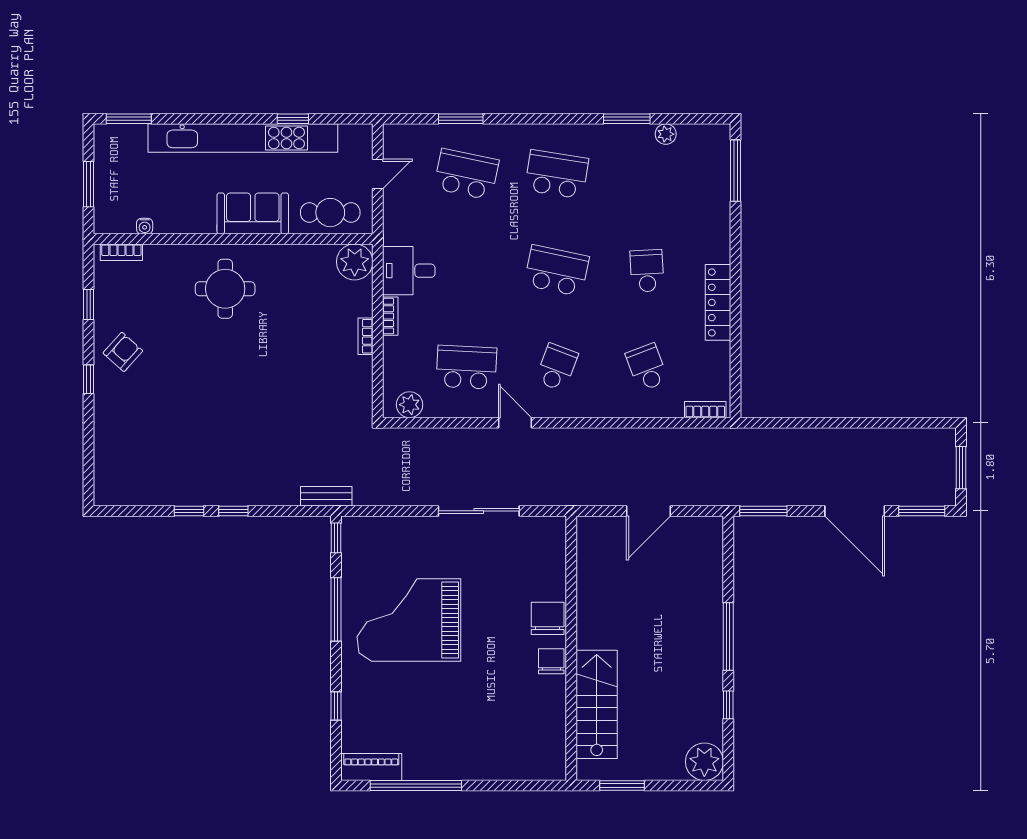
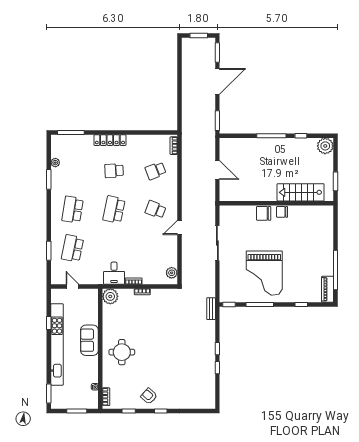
cafe table: (330, 213) -> (89, 307), removed
locker: (718, 302) -> (110, 140), moved
school desk: (466, 367) -> (156, 248), removed

